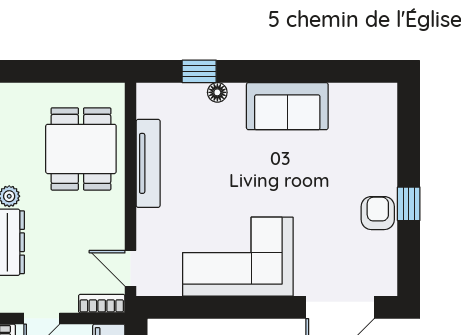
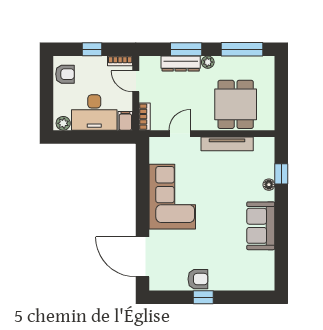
dining table: (81, 149) -> (236, 104), turned 90
door: (131, 268) -> (180, 134), moved

